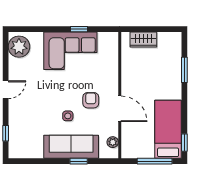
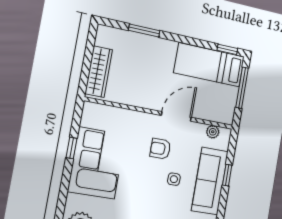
wardrobe: (143, 40) -> (99, 72), width x1.50

